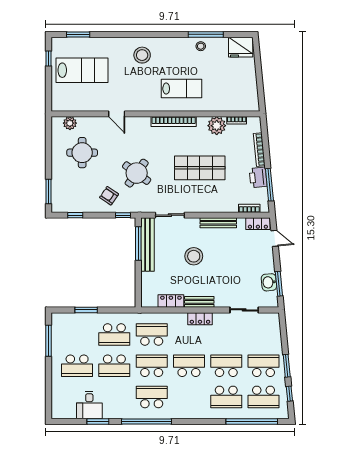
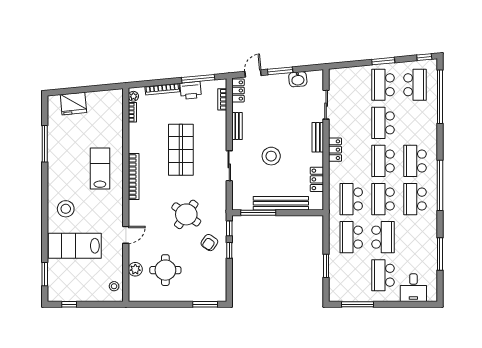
stool: (201, 46) -> (114, 286), moved
fridge: (241, 47) -> (73, 104), moved, turned 85
lab bench: (82, 70) -> (75, 246), moved, turned -90
plant: (70, 123) -> (135, 269), moved
plant: (217, 126) -> (133, 96), moved, width x0.53, depth x0.53
window: (75, 215) -> (229, 250), moved
sliding door: (170, 215) -> (229, 166), moved
bench: (218, 223) -> (237, 126), width x0.73
bench: (148, 245) -> (281, 203), moved
window: (279, 284) -> (280, 71), moved
bench: (199, 302) -> (318, 137), moved
school desk: (114, 334) -> (351, 237), turned 180
school desk: (77, 366) -> (383, 275), turned 180
window: (289, 394) -> (424, 57), moved
school desk: (226, 397) -> (415, 161), moved, turned 180
desk: (89, 405) -> (413, 288), moved, turned 90
window: (98, 421) -> (440, 254), width x1.44
window: (147, 421) -> (440, 185), moved

